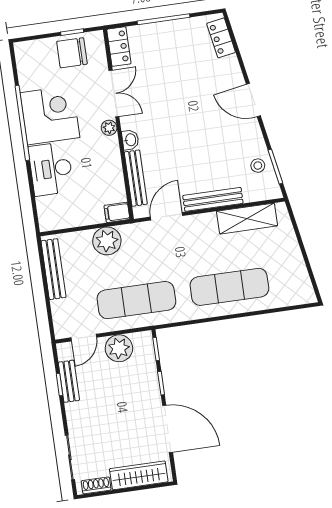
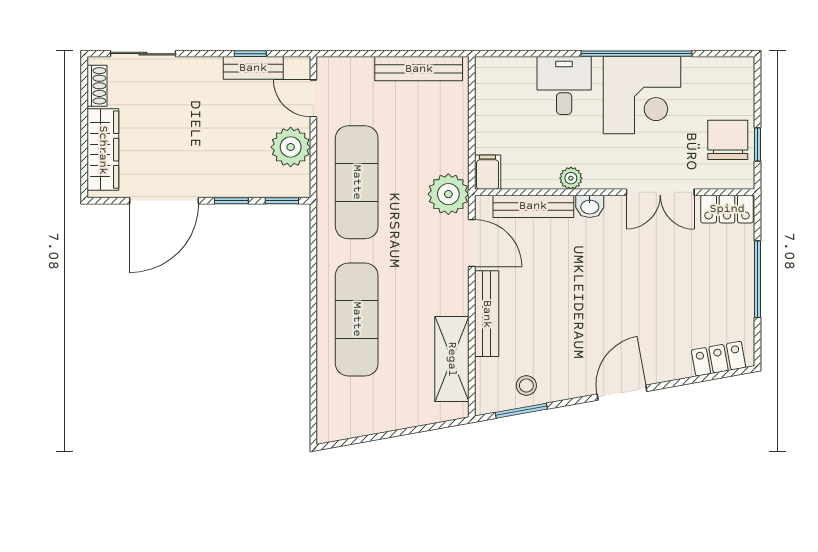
plant: (109, 128) -> (571, 178), moved
desk: (51, 169) -> (564, 86), width x0.73
plant: (107, 241) -> (448, 194), moved

